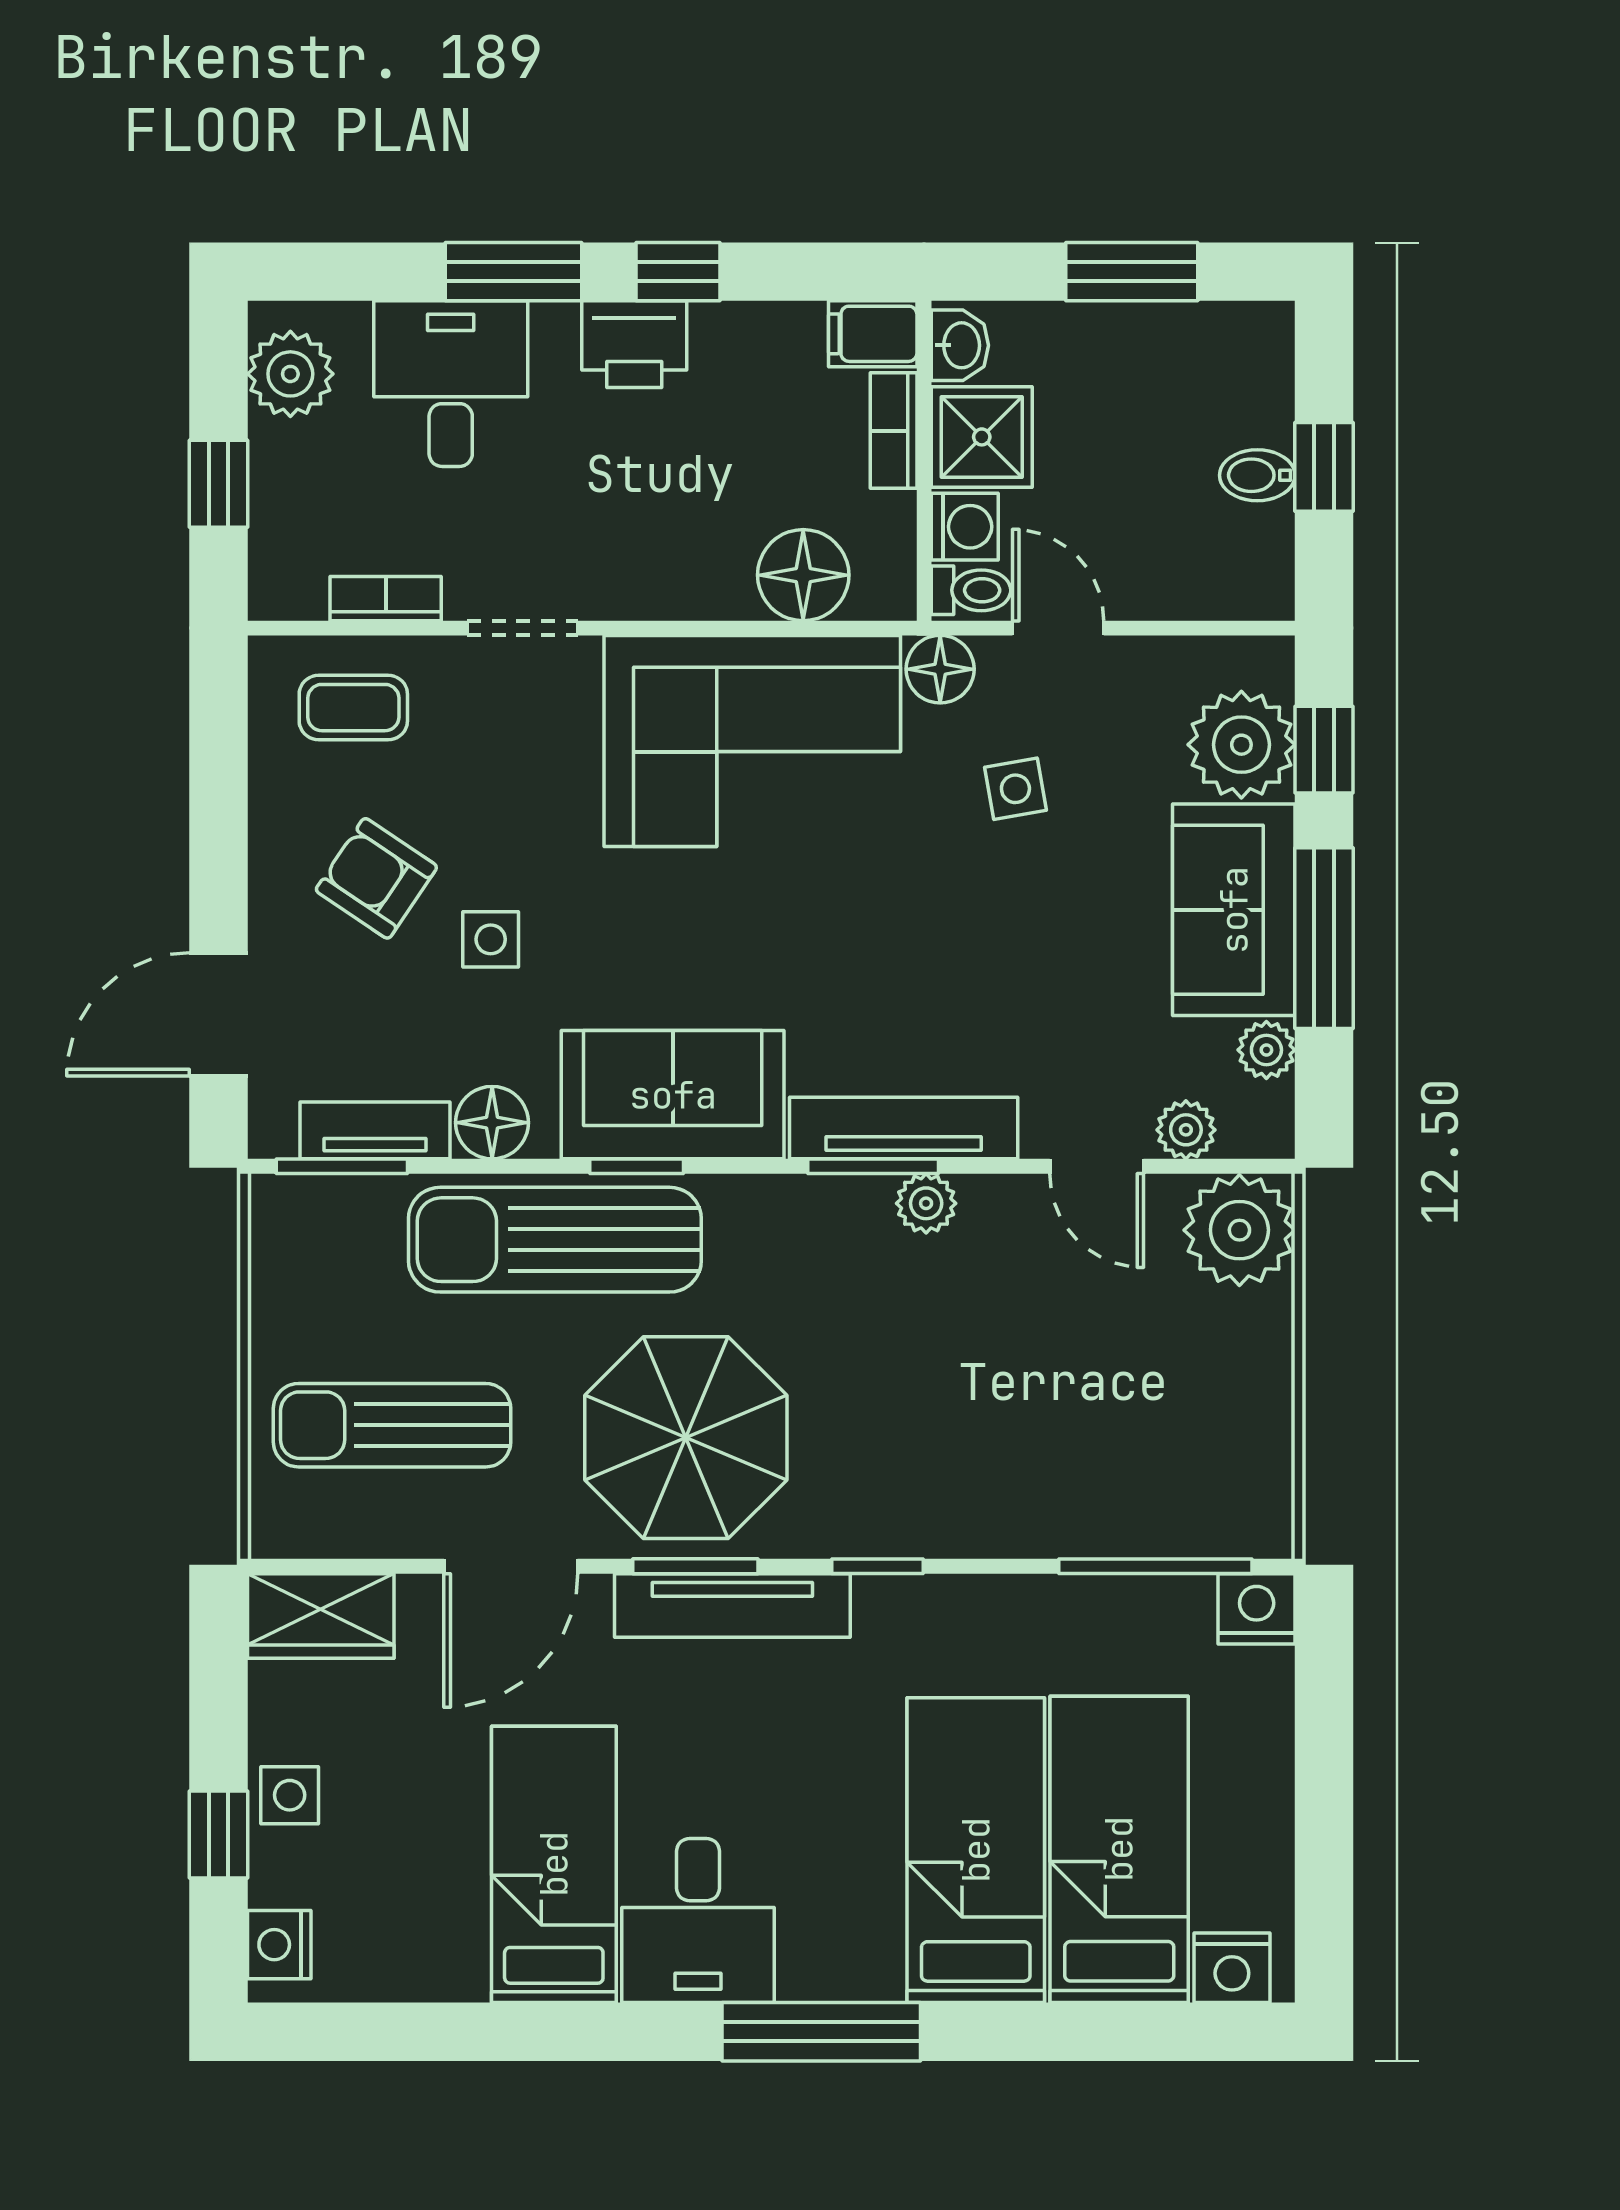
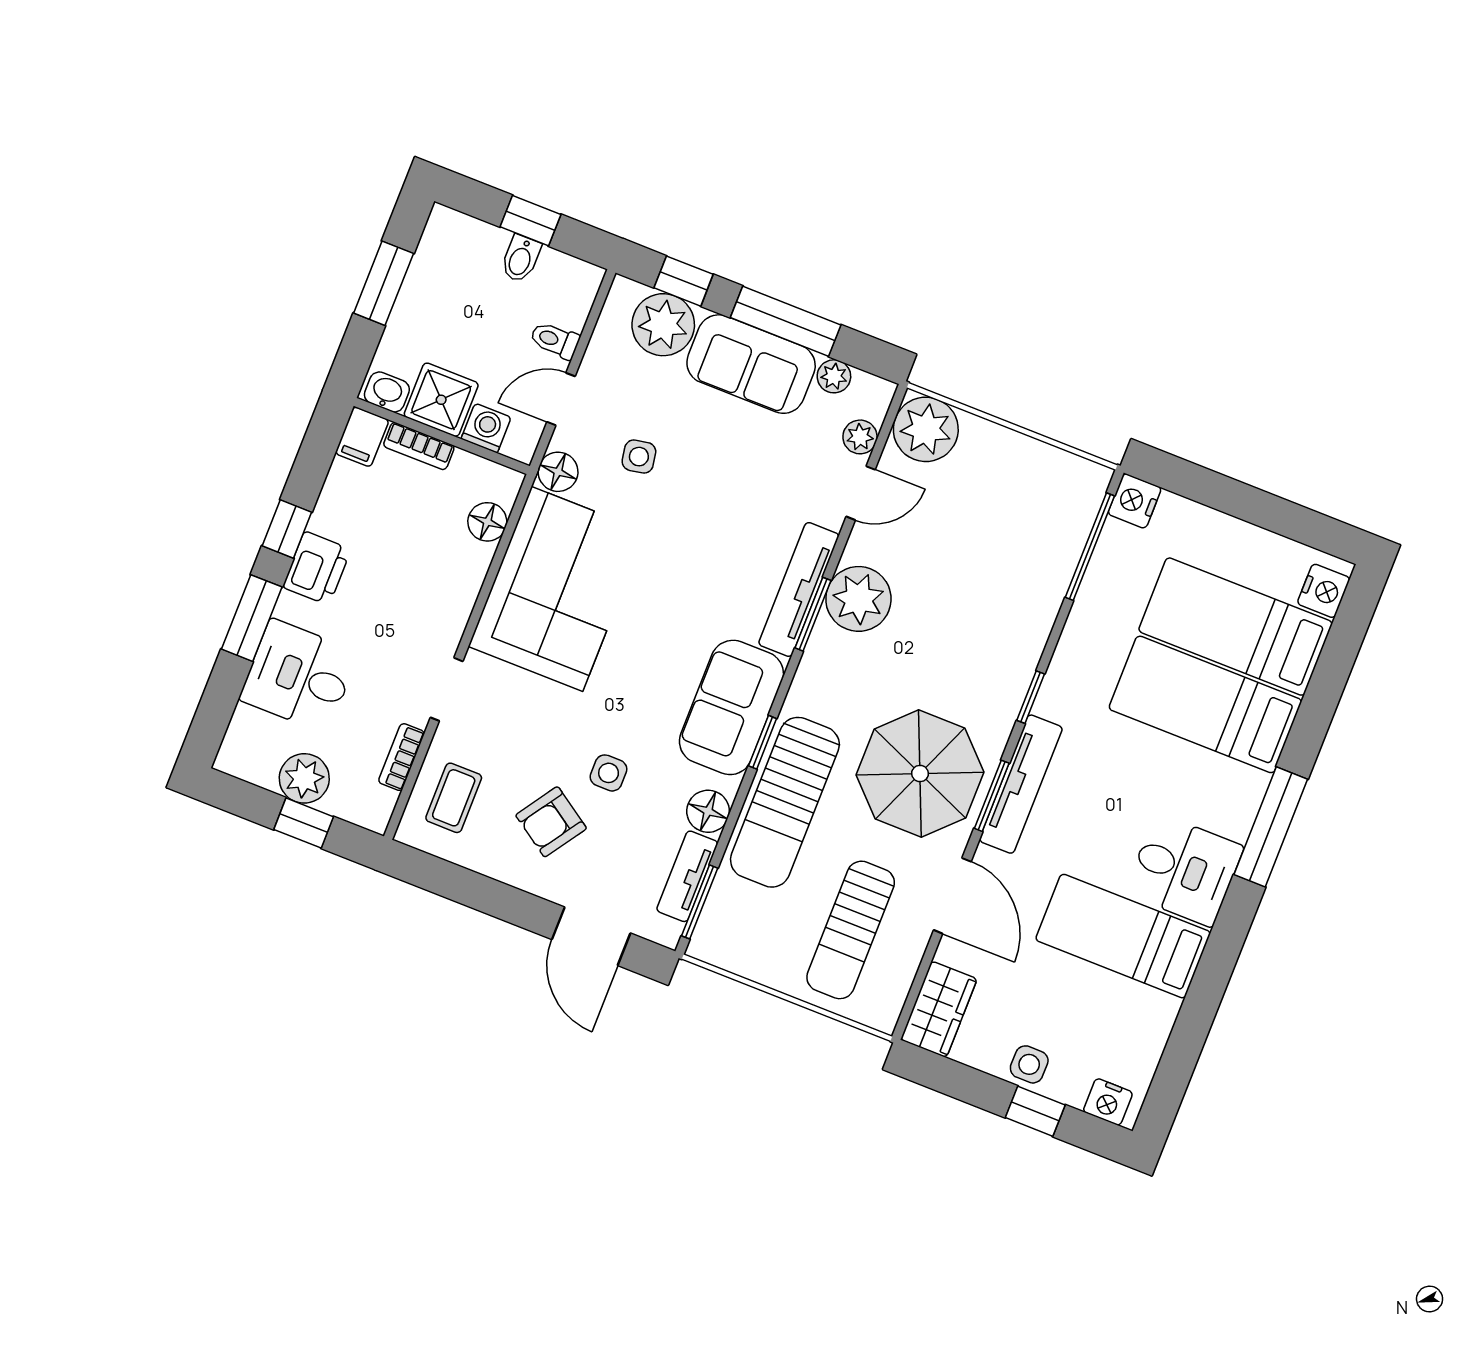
plant: (290, 374) -> (304, 778), moved
floor lamp: (803, 575) -> (487, 522), width x0.73, depth x0.73
toilet: (971, 590) -> (555, 340), moved, turned -90
plant: (926, 1203) -> (858, 599), width x1.87, depth x1.87

